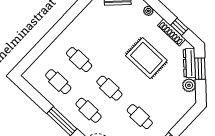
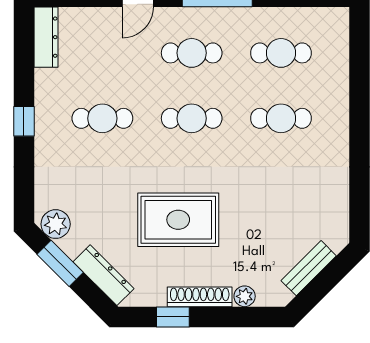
shoe rack: (172, 32) -> (200, 297), moved
window: (200, 69) -> (60, 263), moved
plant: (189, 85) -> (56, 224), moved

